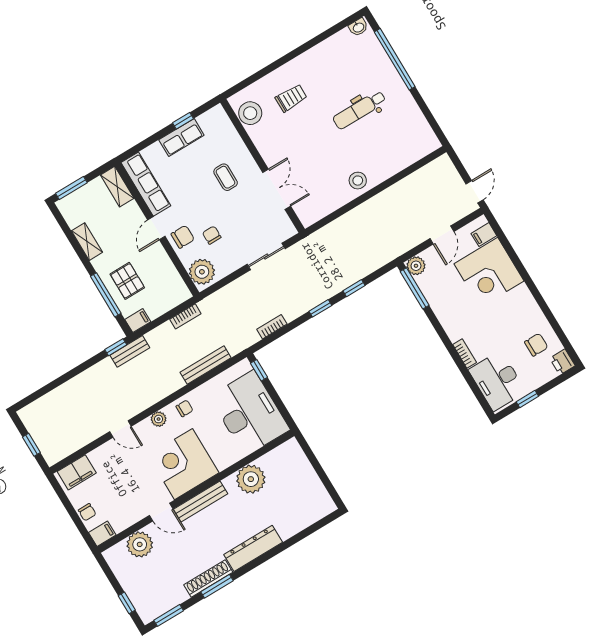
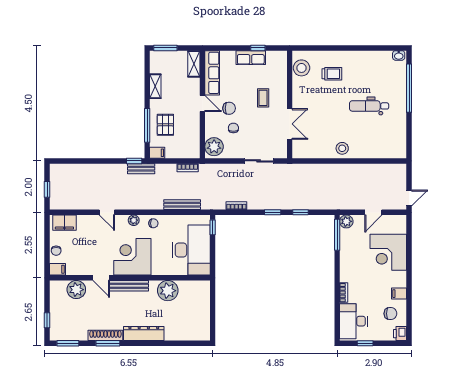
door: (156, 228) -> (202, 103), swing flipped
filing cabinet: (484, 235) -> (399, 294), moved
chair: (183, 237) -> (229, 108), moved

